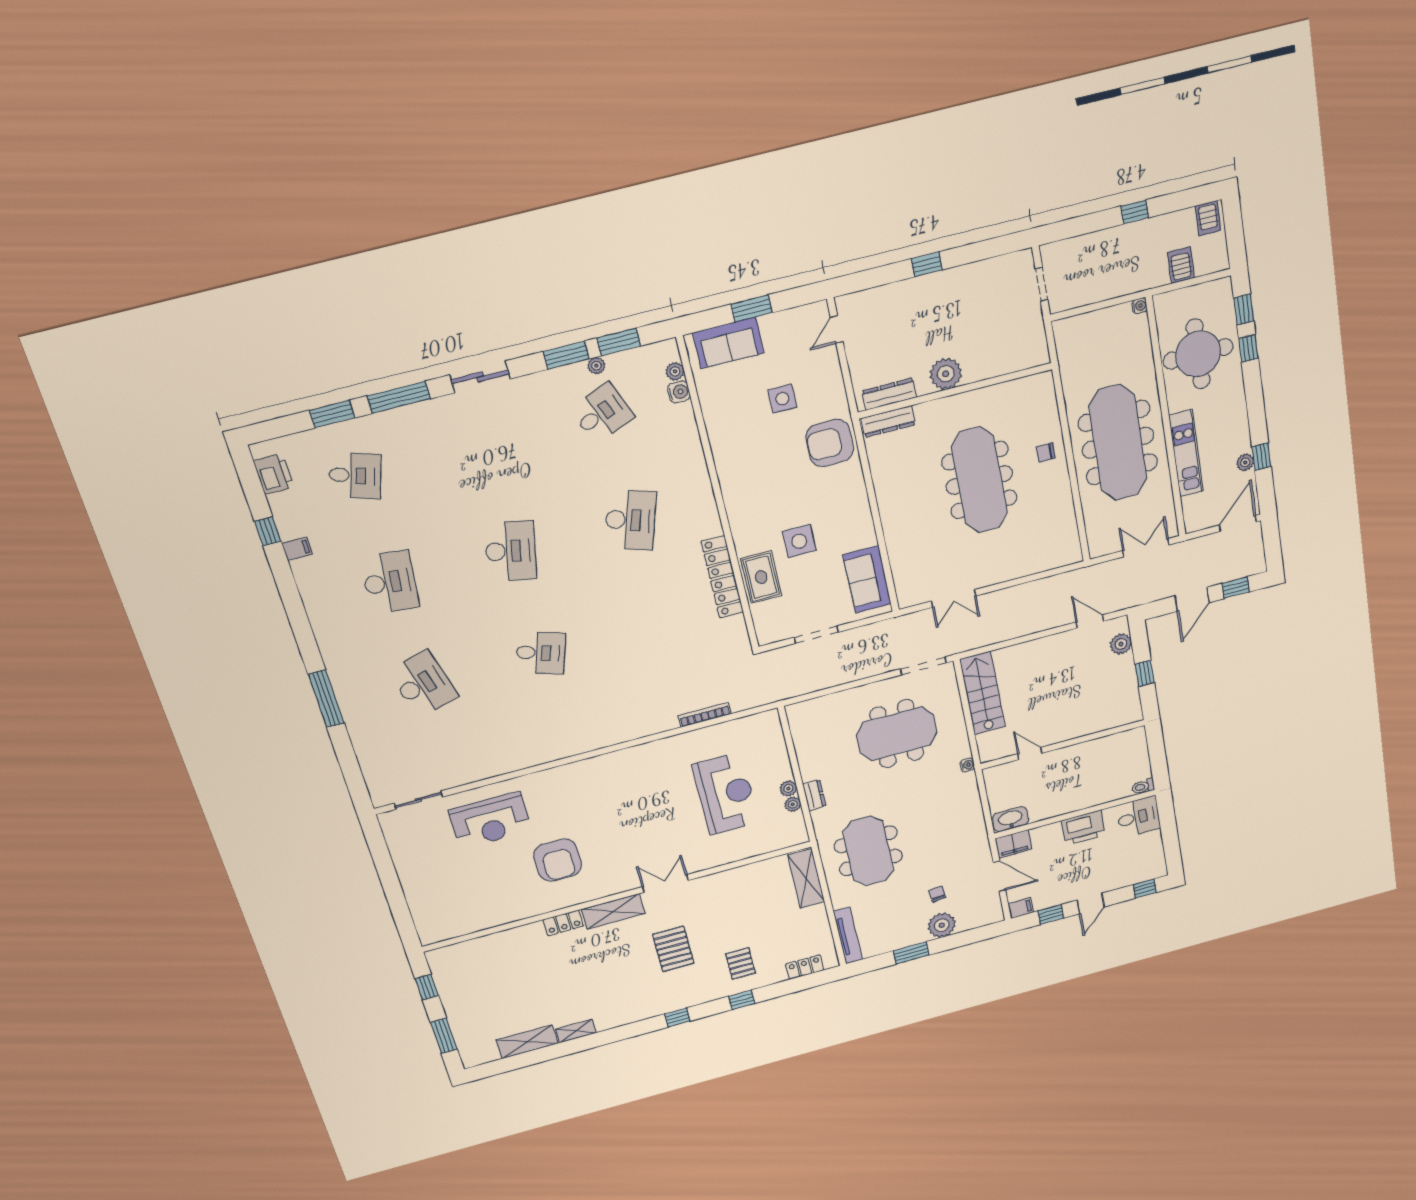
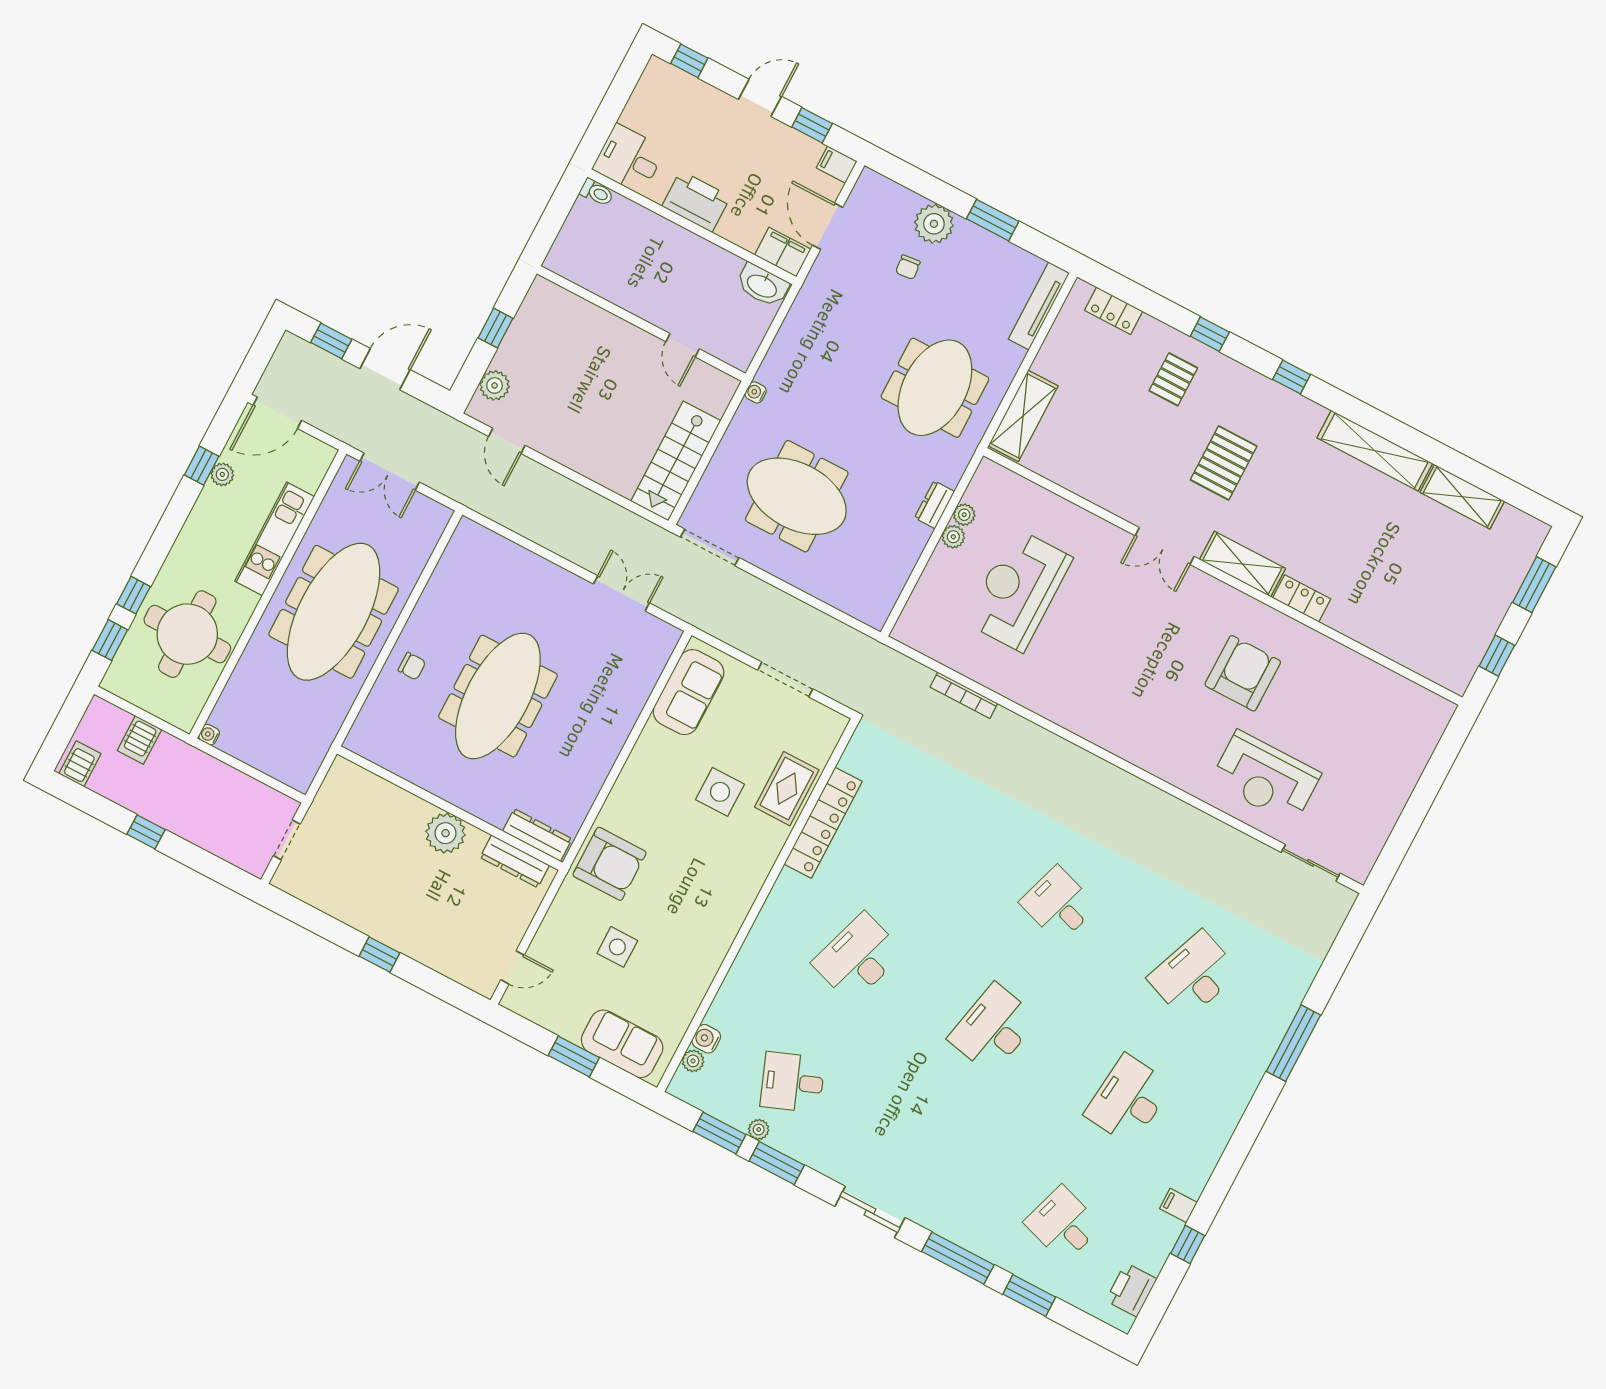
desk: (423, 684) -> (1194, 975), turned 36
reception desk: (490, 820) -> (1266, 778), turned 180
shelving: (576, 1031) -> (1375, 451), width x2.20, depth x1.33

